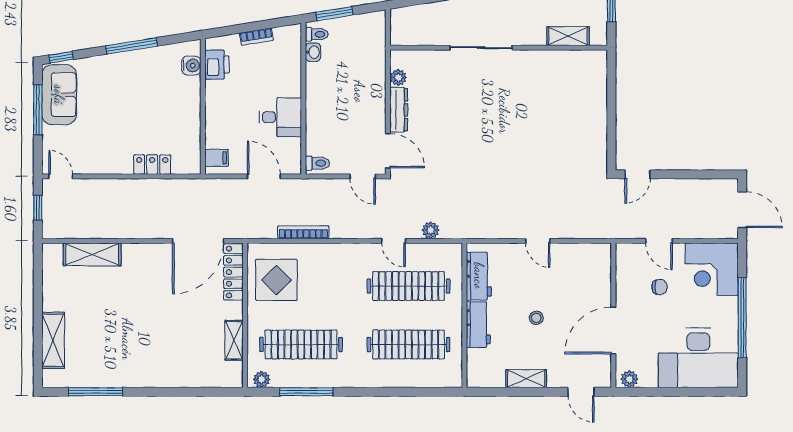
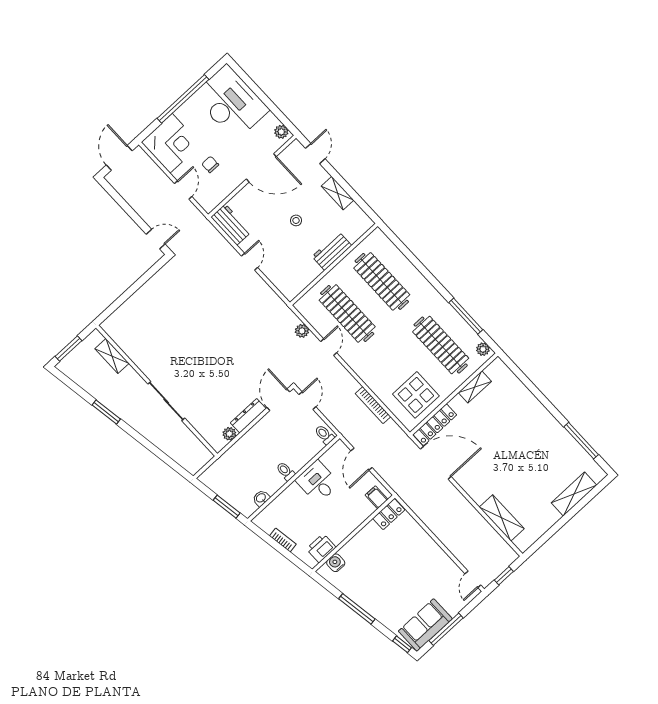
toilet: (317, 34) -> (286, 471), moved
locker: (152, 165) -> (389, 514), moved, turned -90
workbench: (479, 276) -> (231, 225), moved, turned 90

